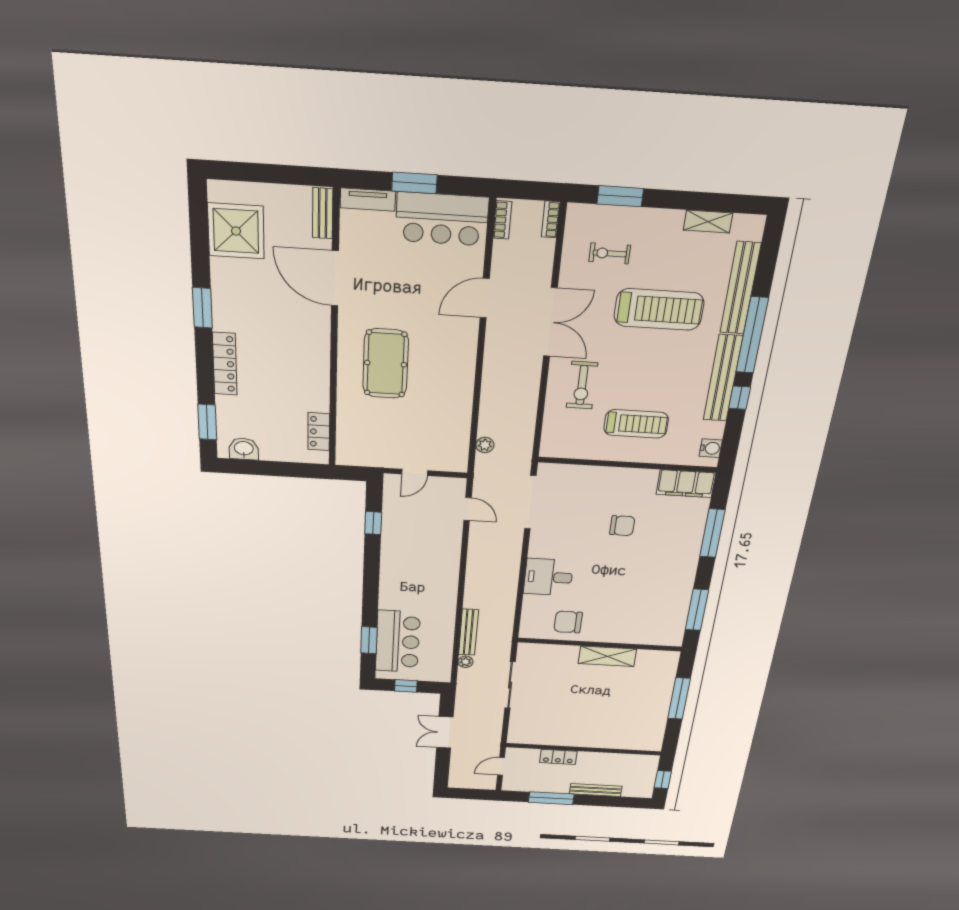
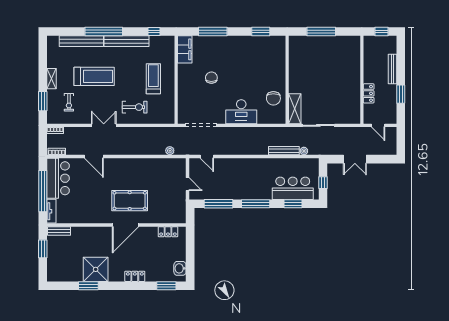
window: (282, 174) -> (43, 249), added
window: (414, 183) -> (43, 191), width x2.11
shelving: (708, 221) -> (51, 79), moved
shower: (236, 231) -> (96, 269), moved
door: (335, 278) -> (125, 225), moved
window: (202, 308) -> (88, 286), moved
treadmill: (659, 309) -> (94, 76), turned 90
double door: (550, 322) -> (104, 125), width x0.73
locker: (225, 364) -> (135, 276), width x0.66
window: (740, 398) -> (154, 31), moved
water cooler: (711, 448) -> (164, 41), removed
door: (468, 509) -> (207, 157), swing flipped
window: (373, 523) -> (218, 204), width x2.17
desk: (548, 577) -> (241, 112), width x1.37
window: (371, 583) -> (256, 204), added
window: (697, 610) -> (261, 31), width x0.69
shelving: (607, 656) -> (295, 109), moved
window: (551, 798) -> (401, 94), width x0.69

